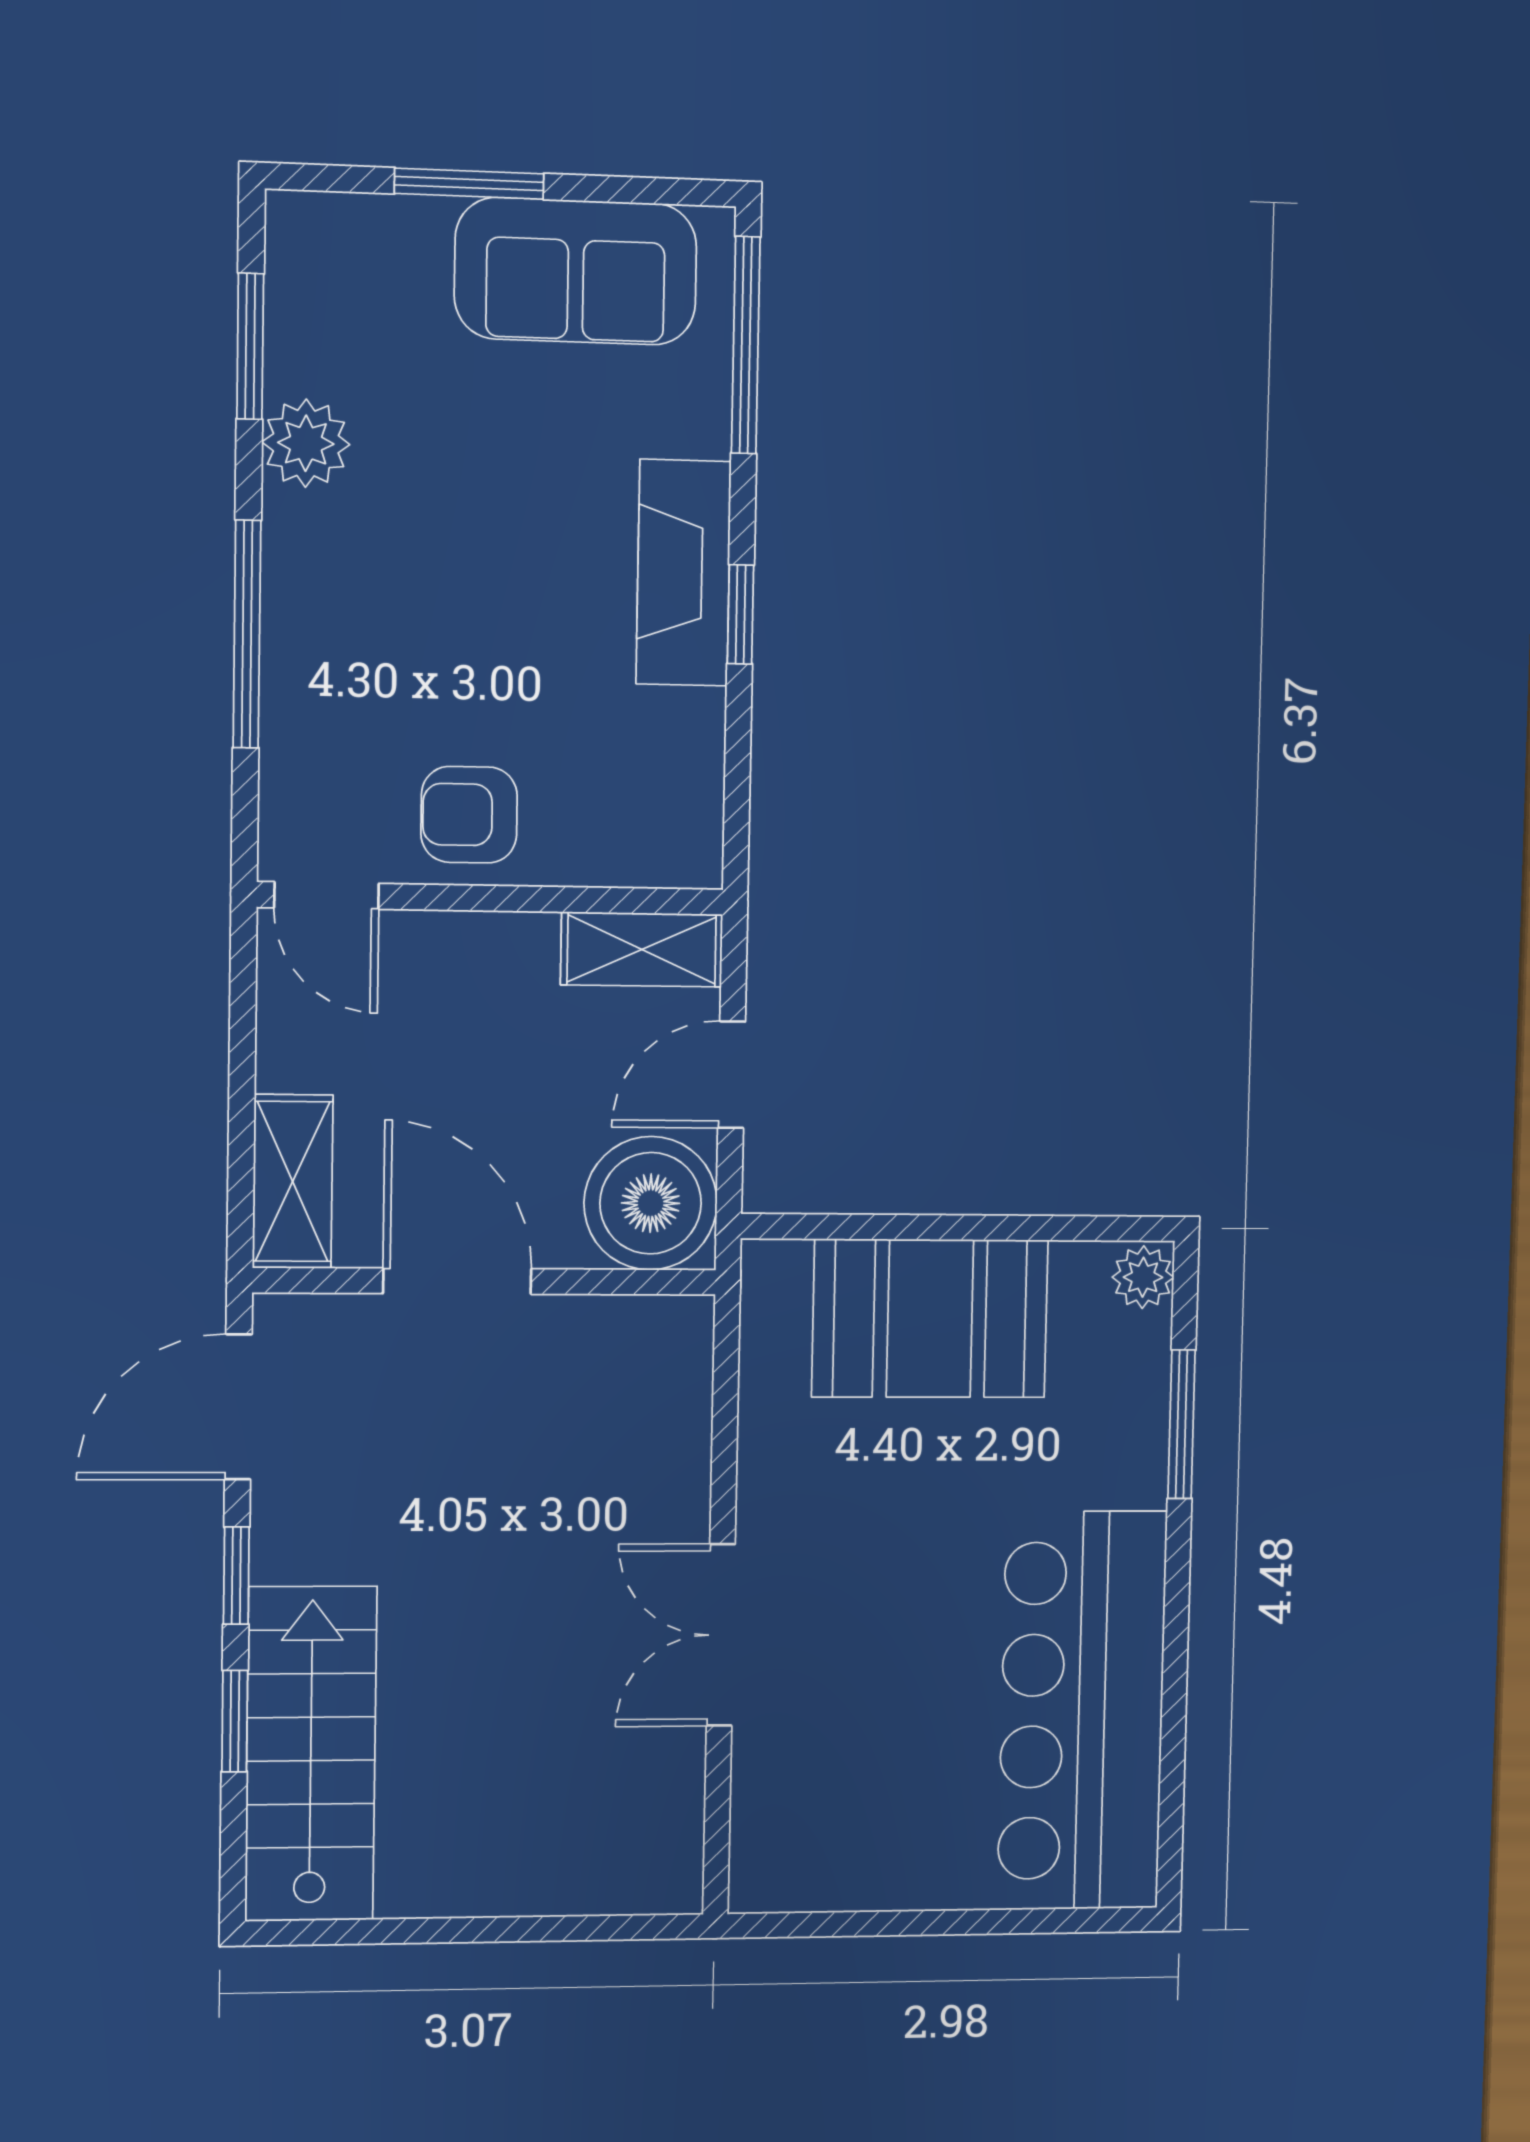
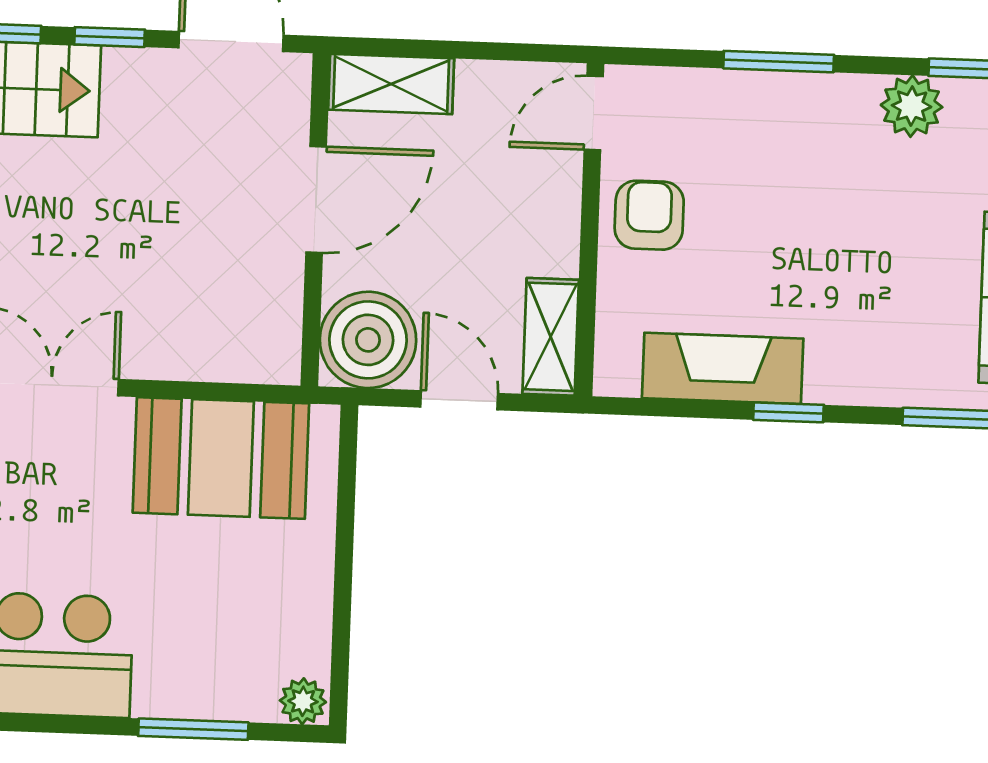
fireplace: (684, 573) -> (723, 368), moved
window: (247, 634) -> (779, 62), width x0.69
booth: (930, 1318) -> (221, 458), moved, turned 90

